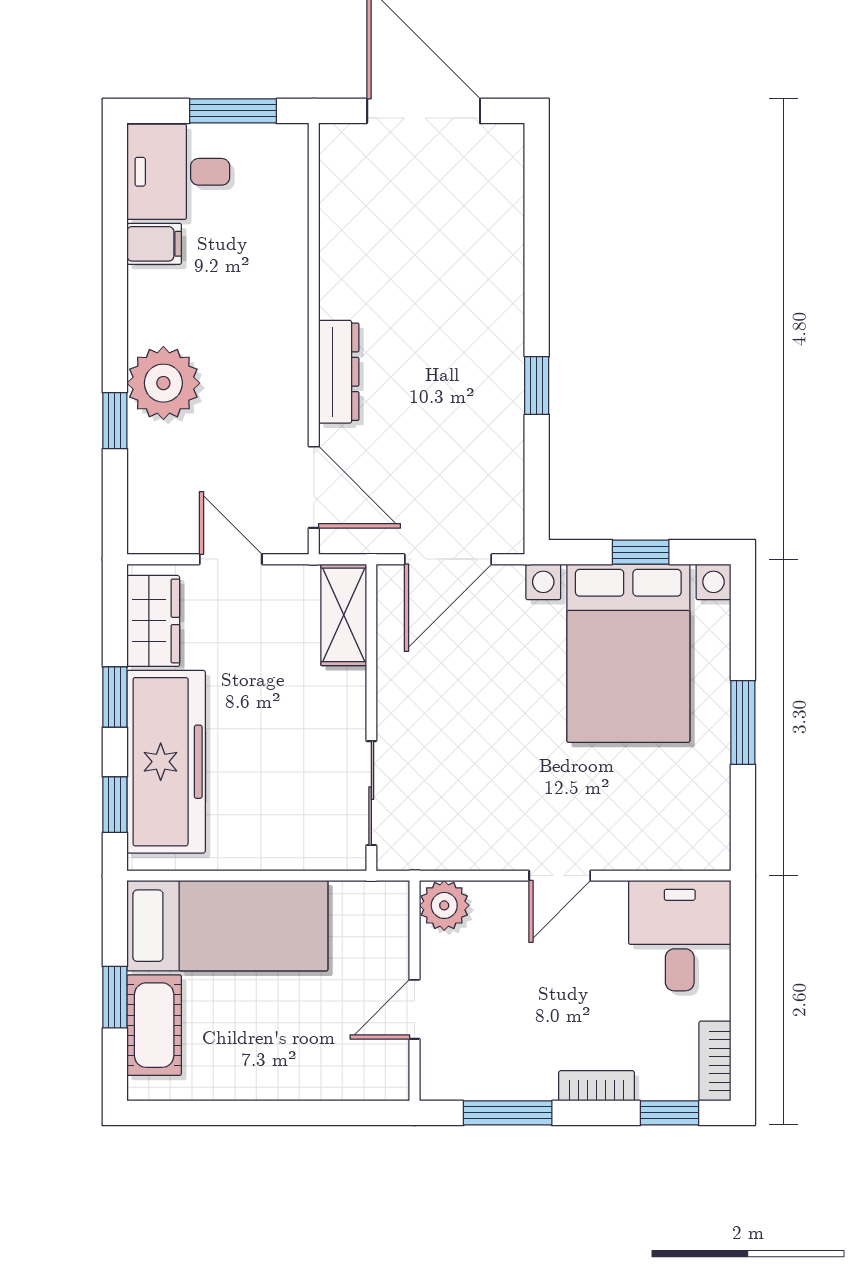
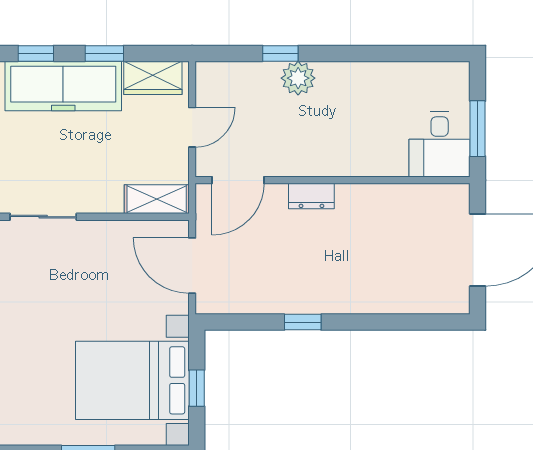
desk: (178, 172) -> (440, 144), moved, turned 180
filing cabinet: (154, 244) -> (393, 78), removed
dresser: (339, 372) -> (311, 196), width x0.70
plant: (163, 383) -> (298, 78), width x0.73, depth x0.73

